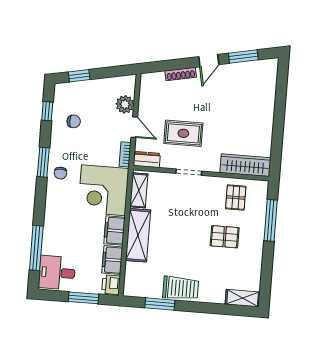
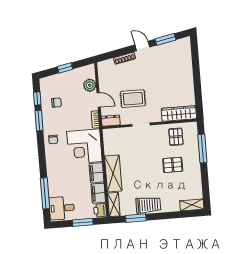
door: (209, 61) -> (142, 46), swing flipped
window: (79, 76) -> (65, 68), moved
window: (43, 162) -> (39, 121), moved
shelving: (139, 190) -> (114, 205), moved

